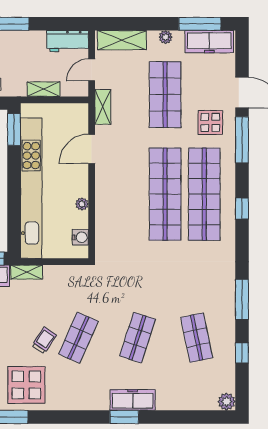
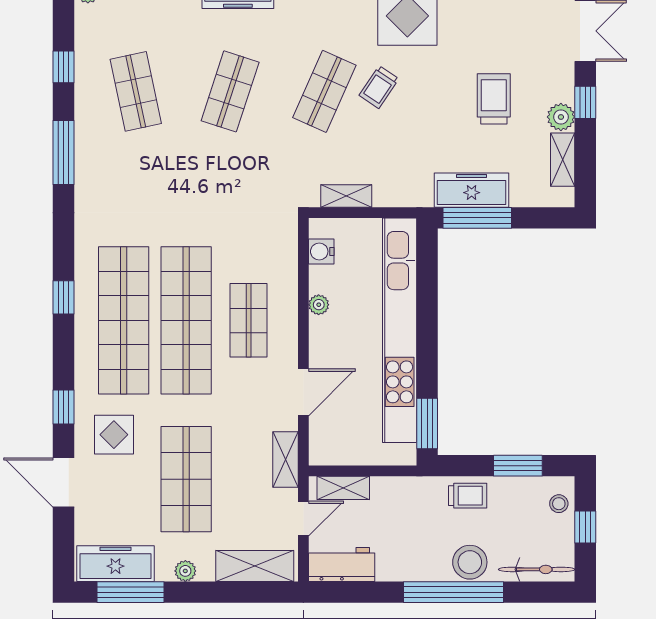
shelving: (44, 89) -> (343, 488), moved
window: (242, 140) -> (64, 407), width x0.46
shop shelf: (126, 194) -> (249, 320), added
shelving: (27, 272) -> (346, 196), moved

